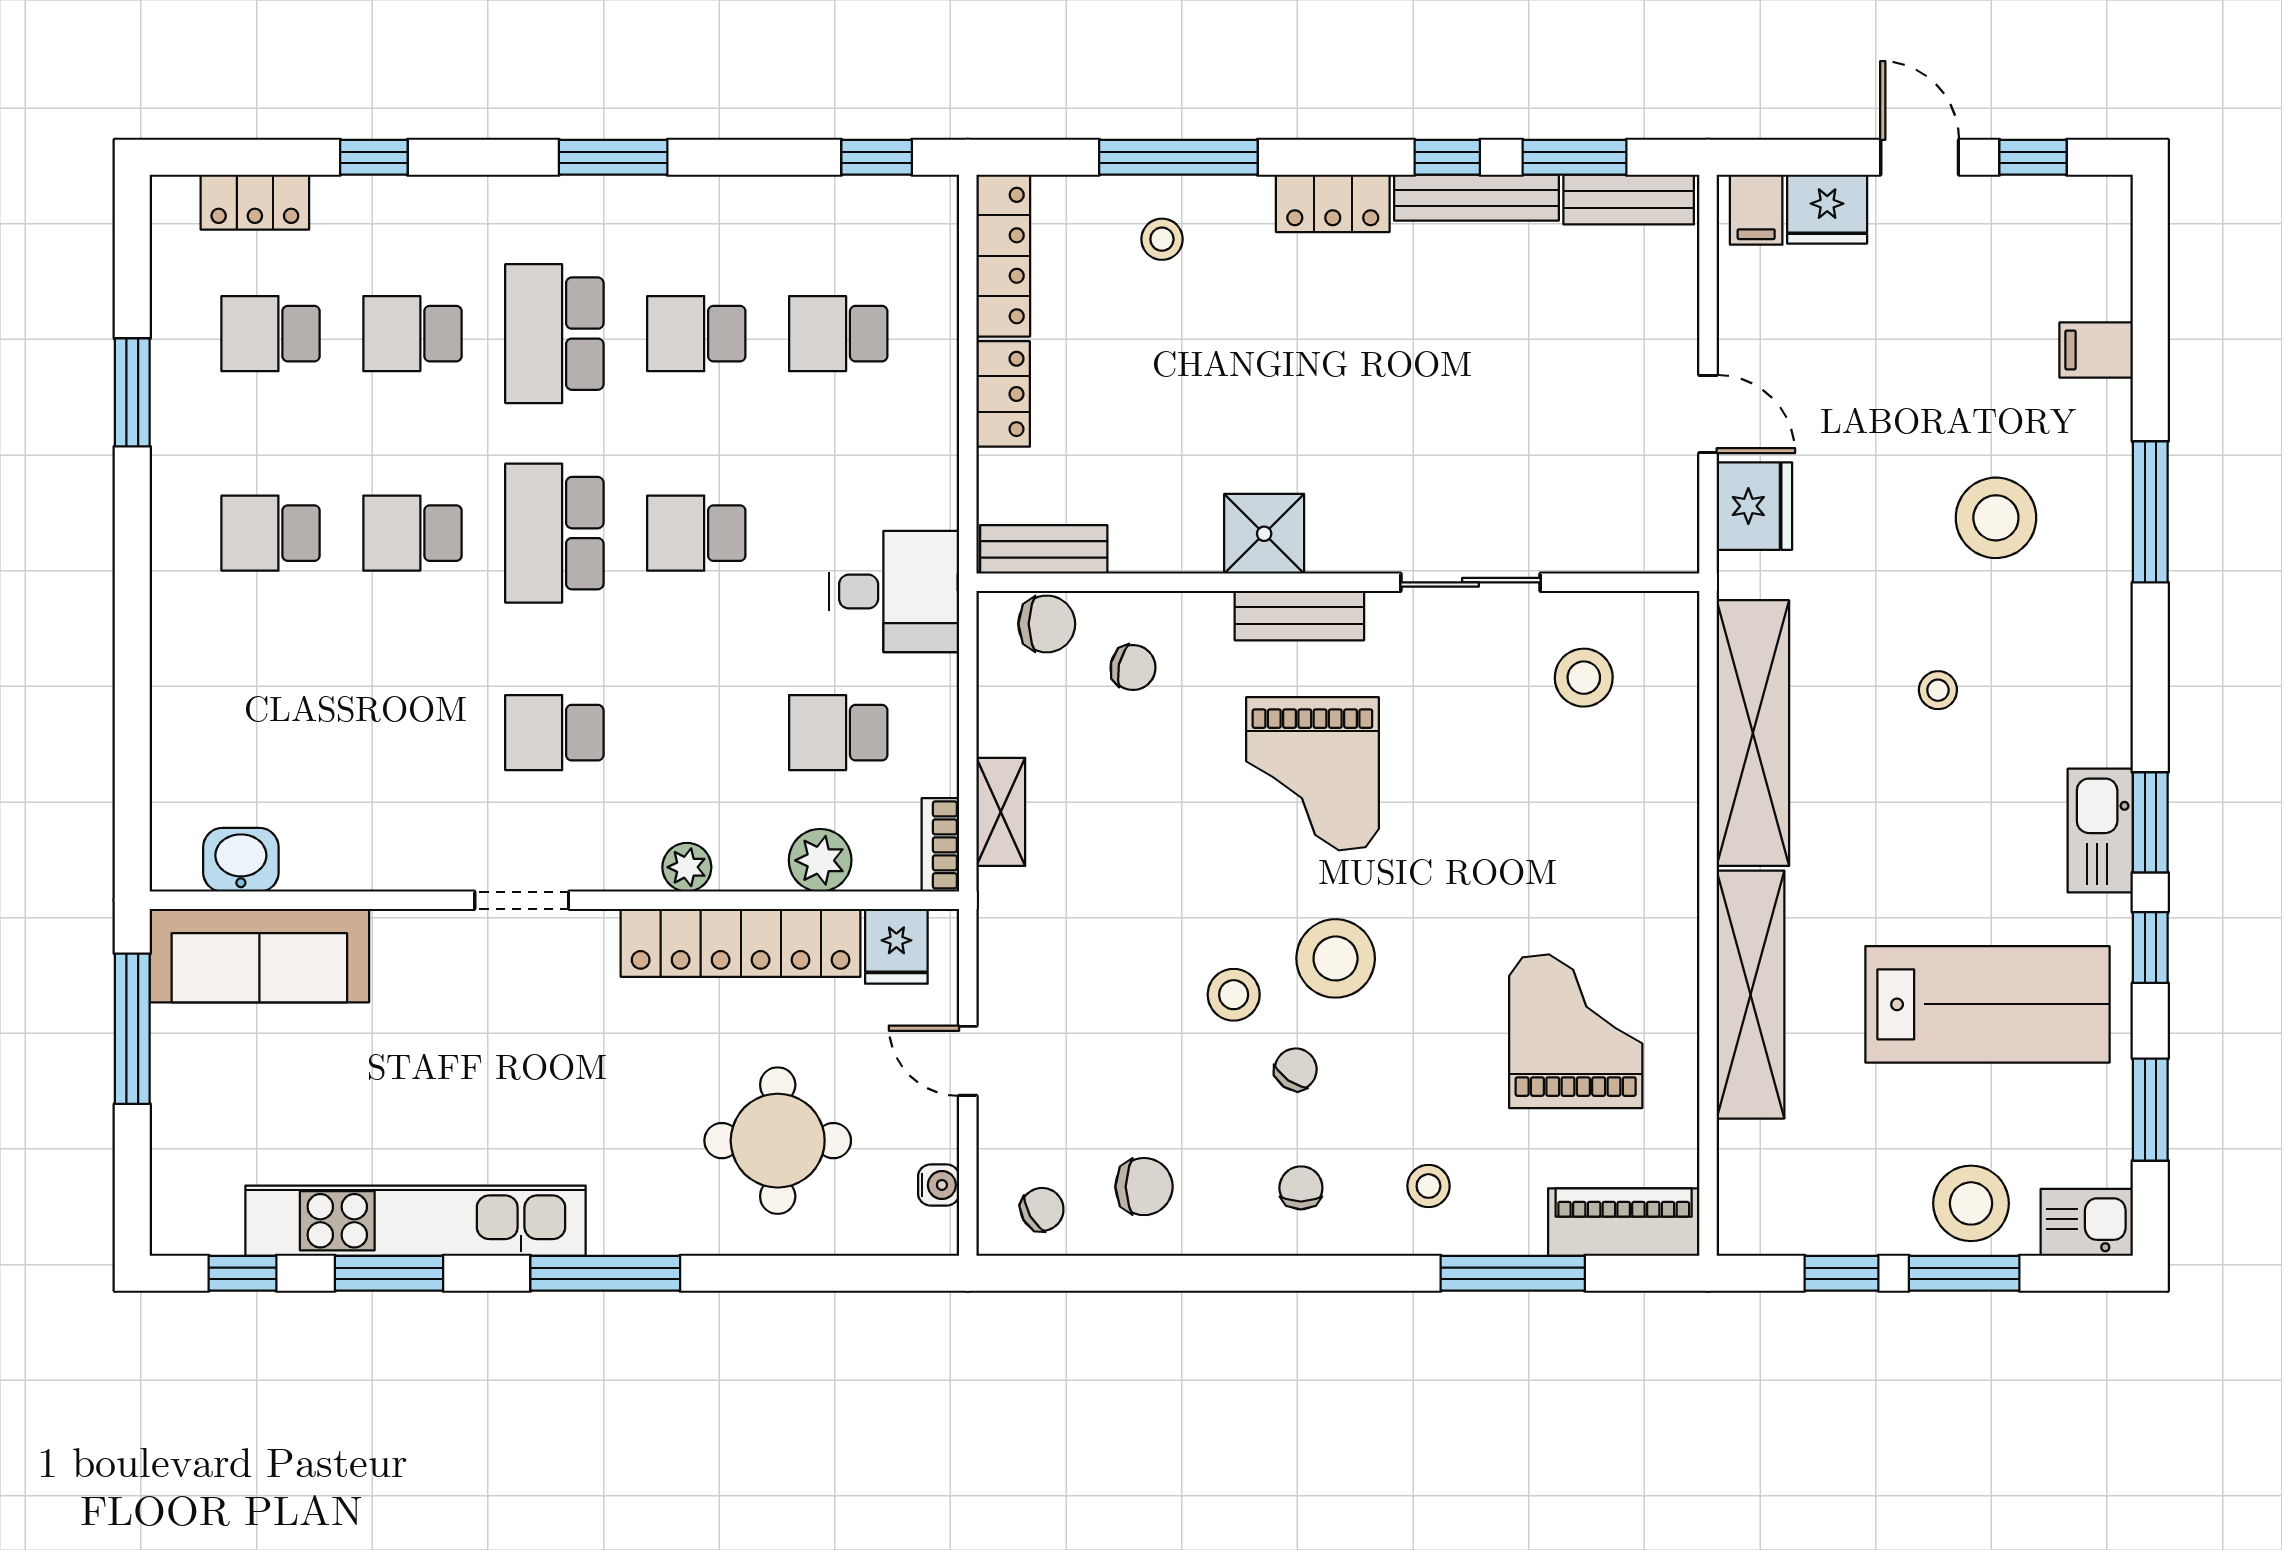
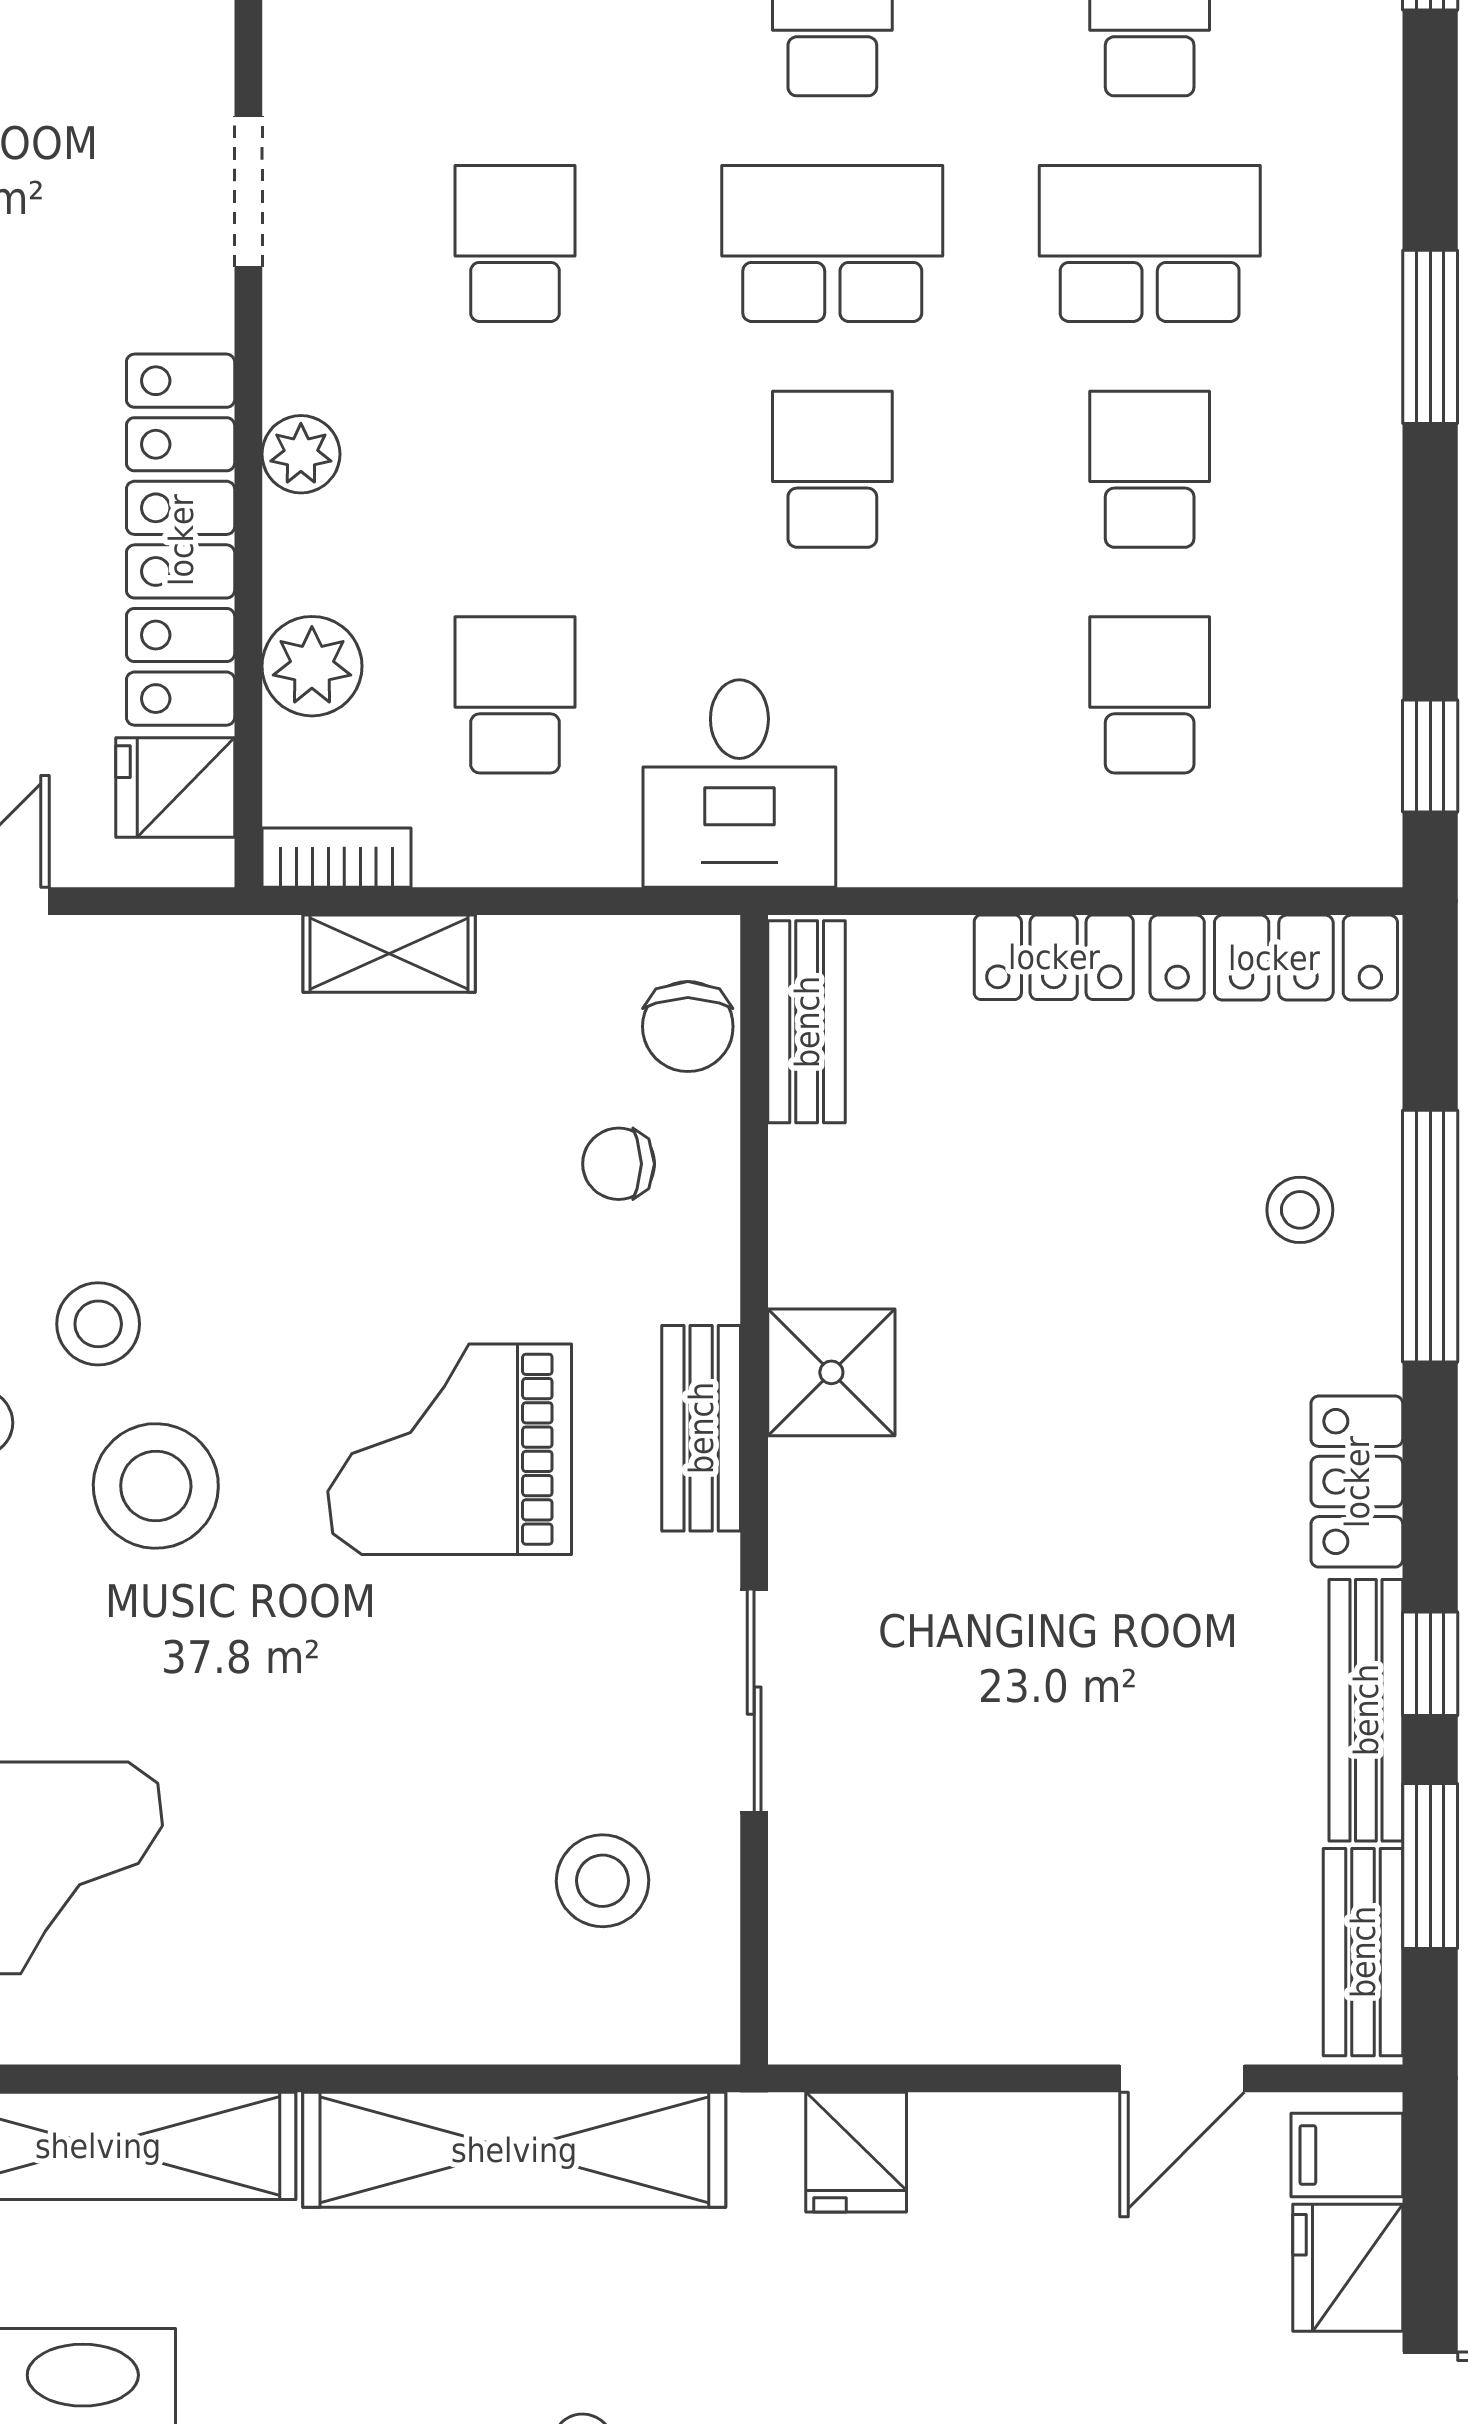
door: (1708, 414) -> (1182, 2078), moved
fridge: (1754, 506) -> (856, 2152), width x0.72
chair: (1133, 668) -> (619, 1164), turned 77

